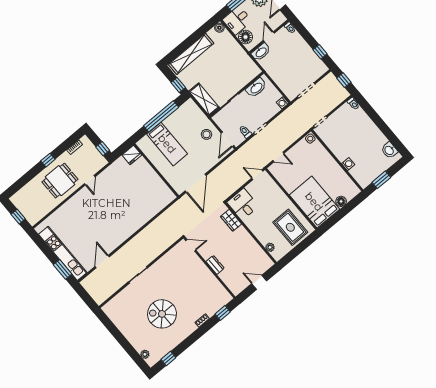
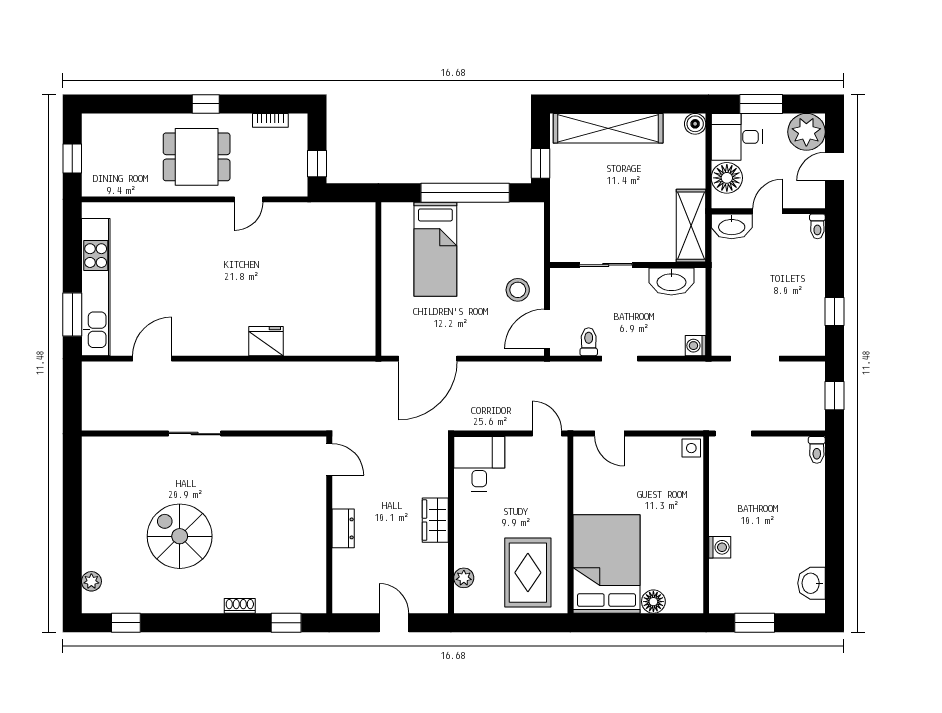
shelving: (204, 99) -> (691, 226), moved
fridge: (132, 155) -> (266, 341), moved, turned 180
wardrobe: (231, 220) -> (435, 520), moved

